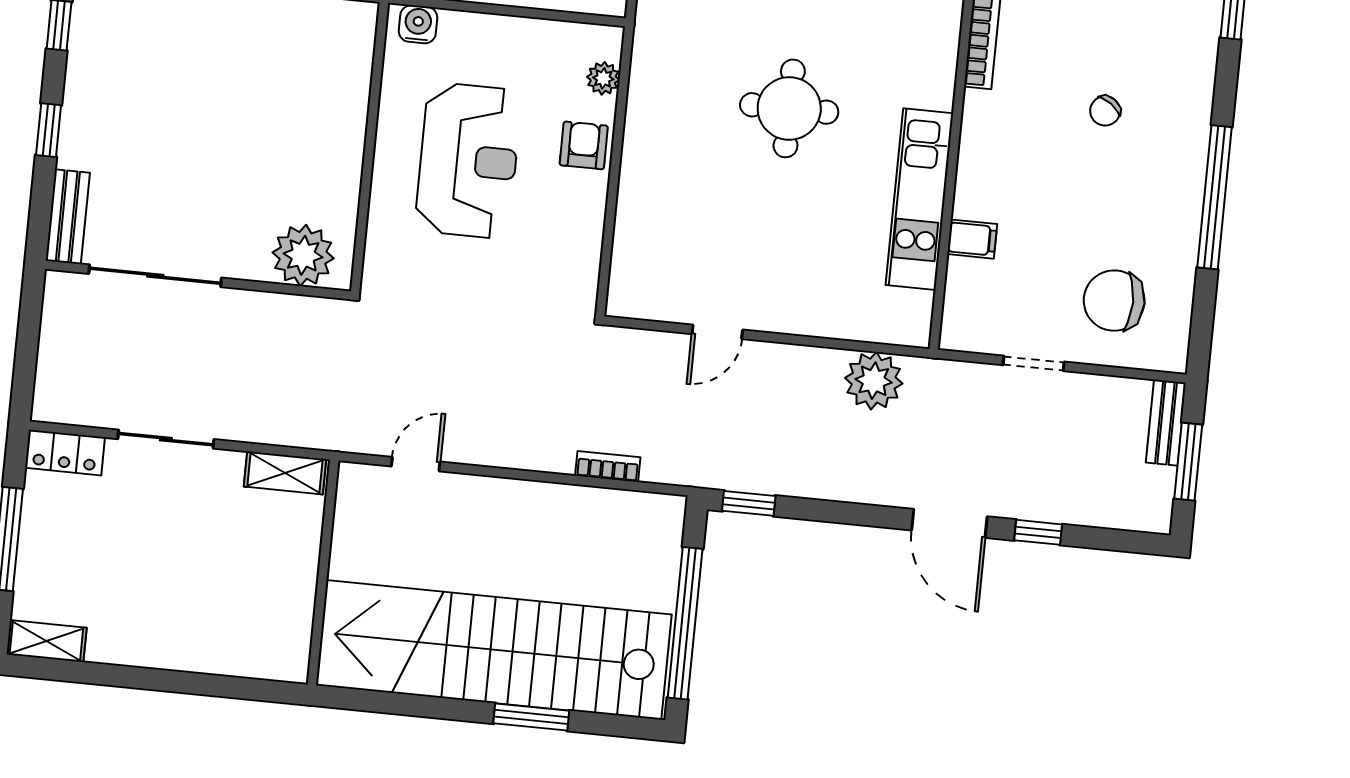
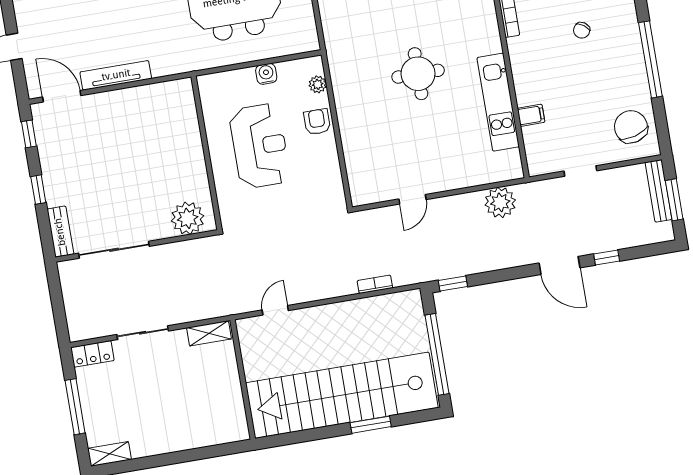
water cooler: (418, 24) -> (266, 74), moved
chair: (1114, 301) -> (631, 127), moved, turned 75
bench: (1166, 423) -> (659, 191), width x1.36

